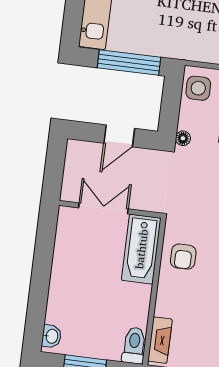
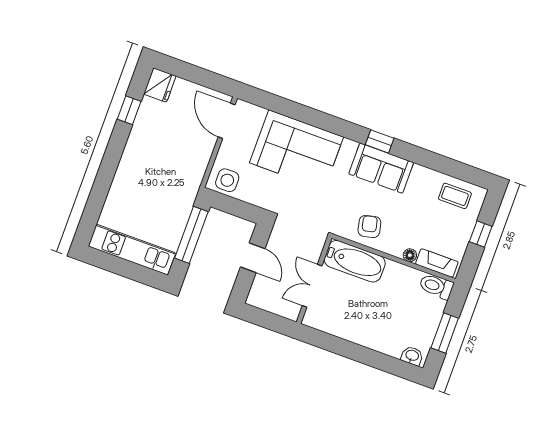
floor lamp: (183, 138) -> (410, 255), moved
armchair: (183, 257) -> (369, 226), turned -103

